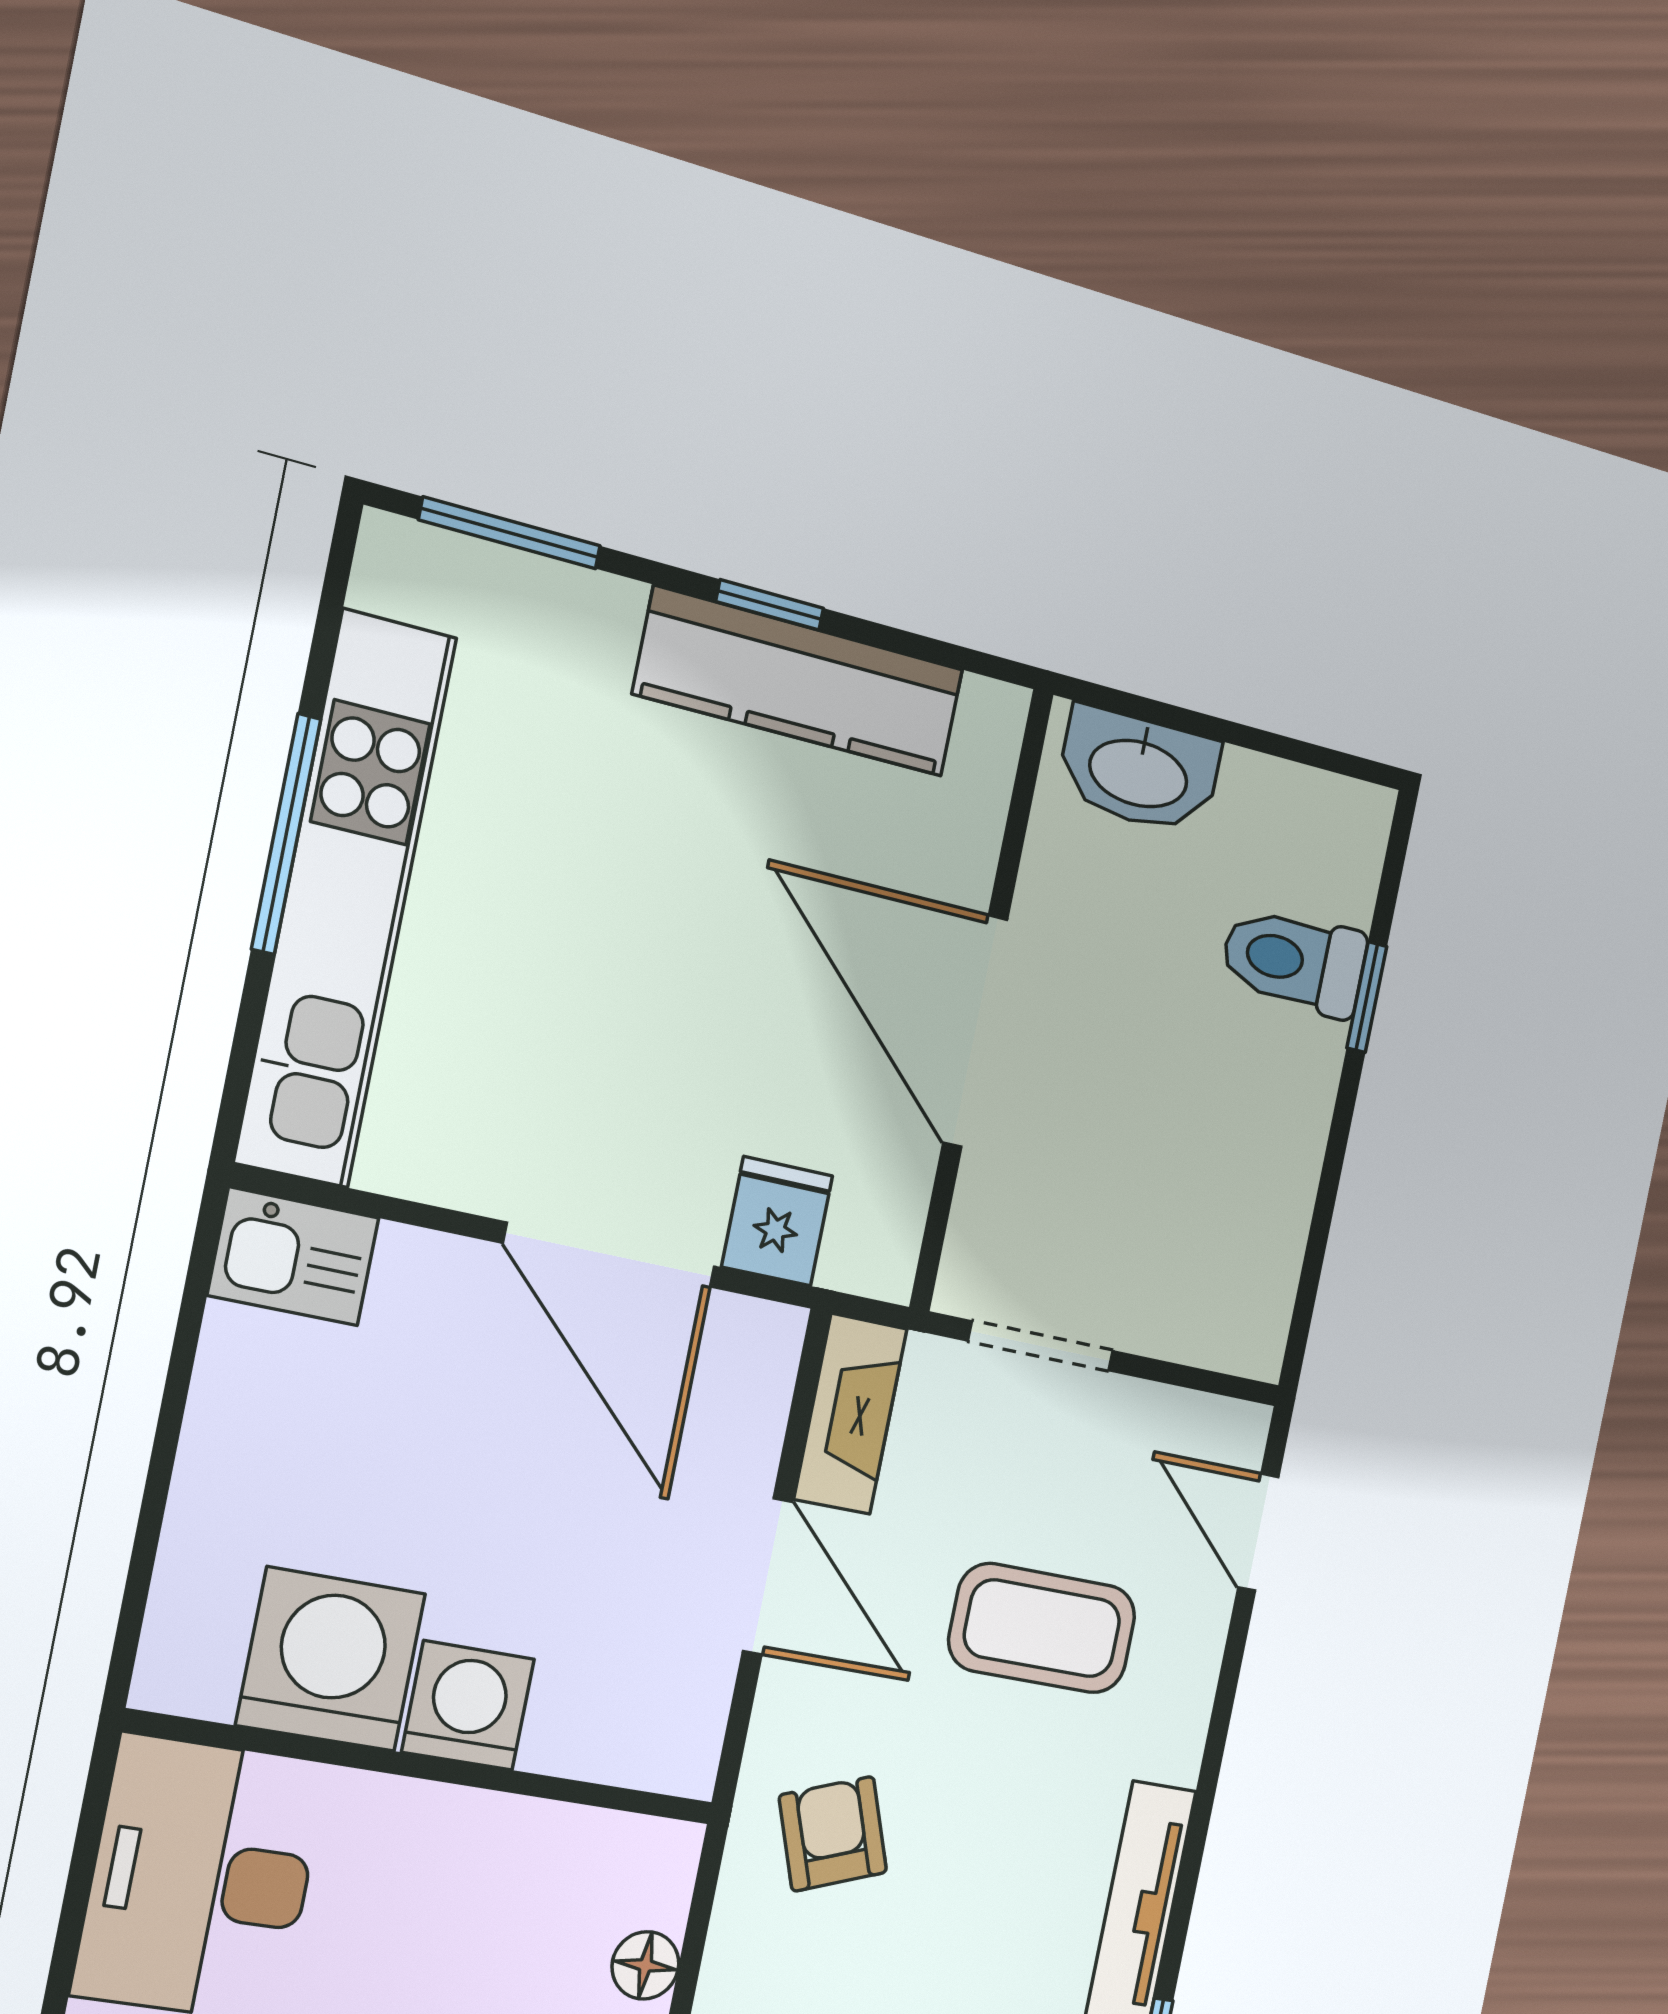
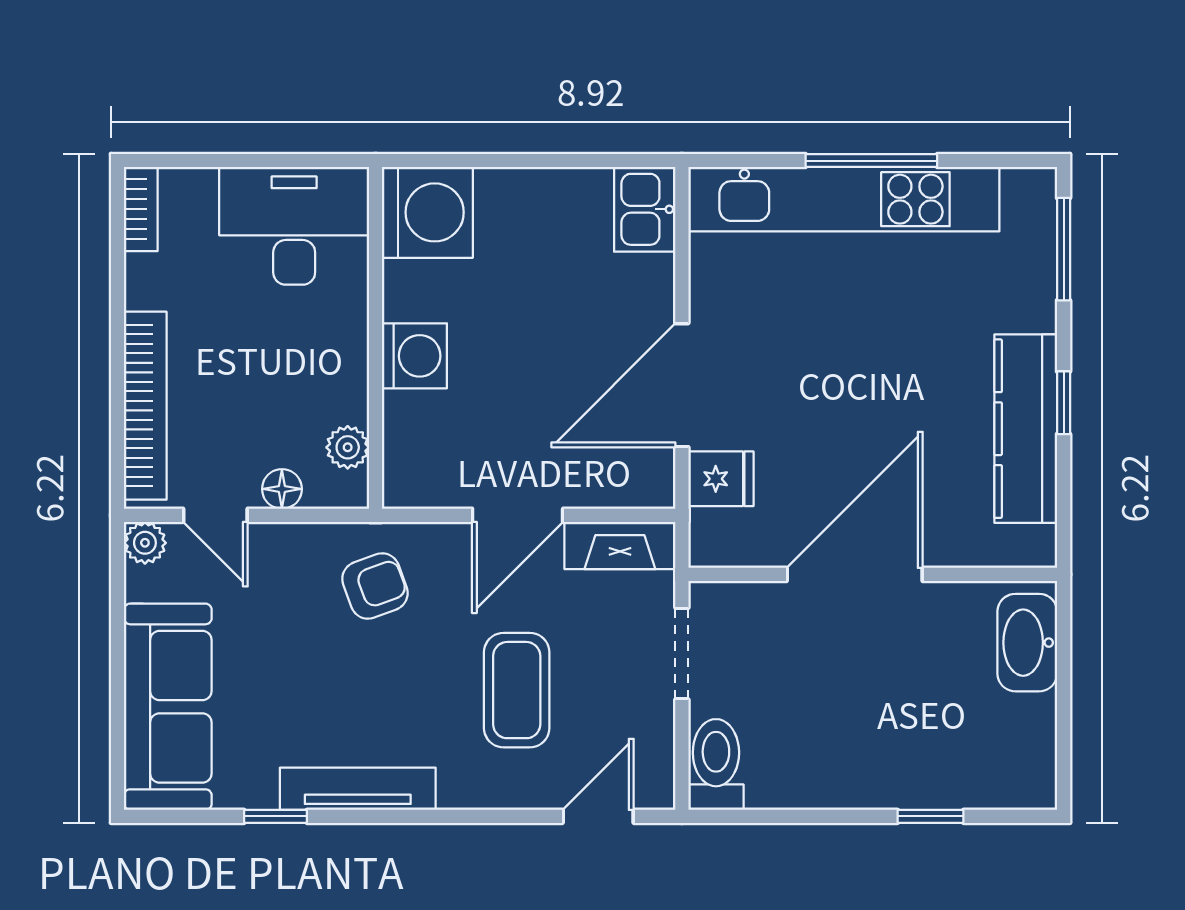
toilet: (1294, 961) -> (716, 764), moved
washing machine: (331, 1659) -> (427, 212), moved
plant: (599, 1844) -> (348, 447), added

